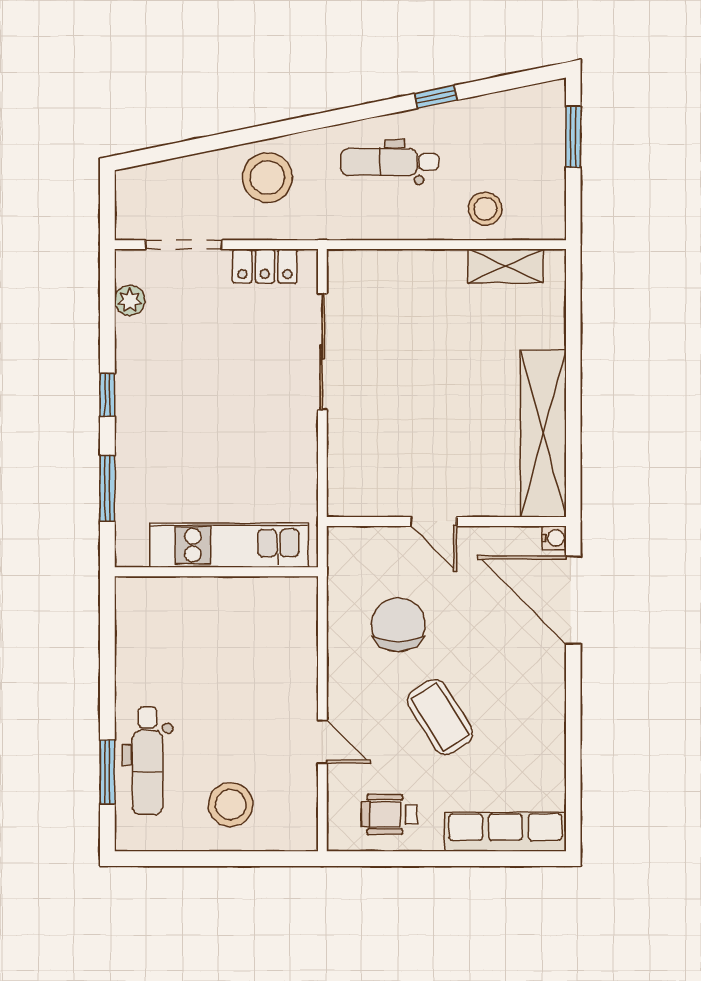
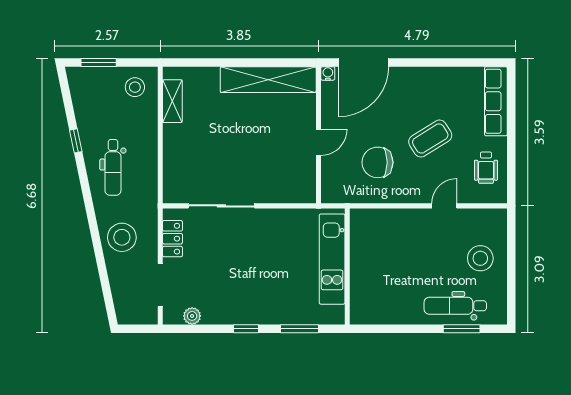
stool: (485, 209) -> (135, 87), moved
dental chair: (148, 761) -> (455, 306), turned 180

